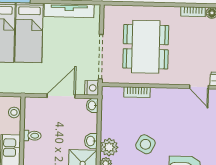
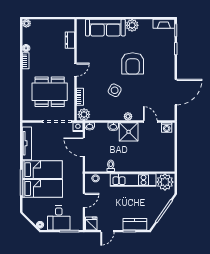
door: (199, 87) -> (76, 70), moved
plant: (109, 147) -> (84, 114), moved

